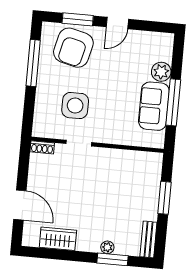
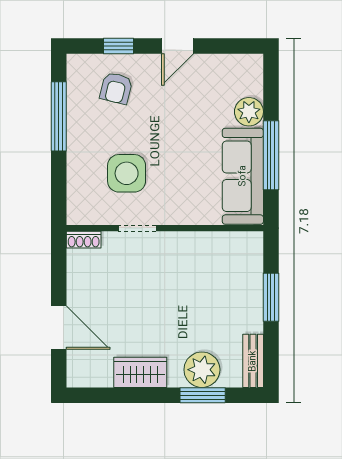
window: (78, 19) -> (119, 46), width x0.67
armchair: (73, 48) -> (116, 88), width x0.53, depth x0.53
sofa: (154, 106) -> (243, 176), width x1.36
wardrobe: (58, 239) -> (140, 372), moved
plant: (107, 247) -> (202, 370), width x1.88, depth x1.88

